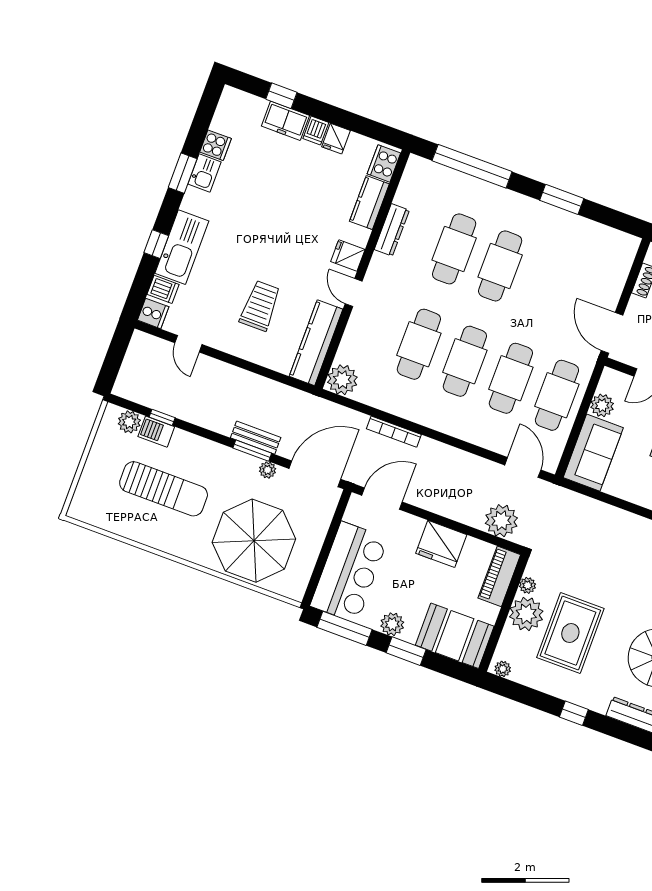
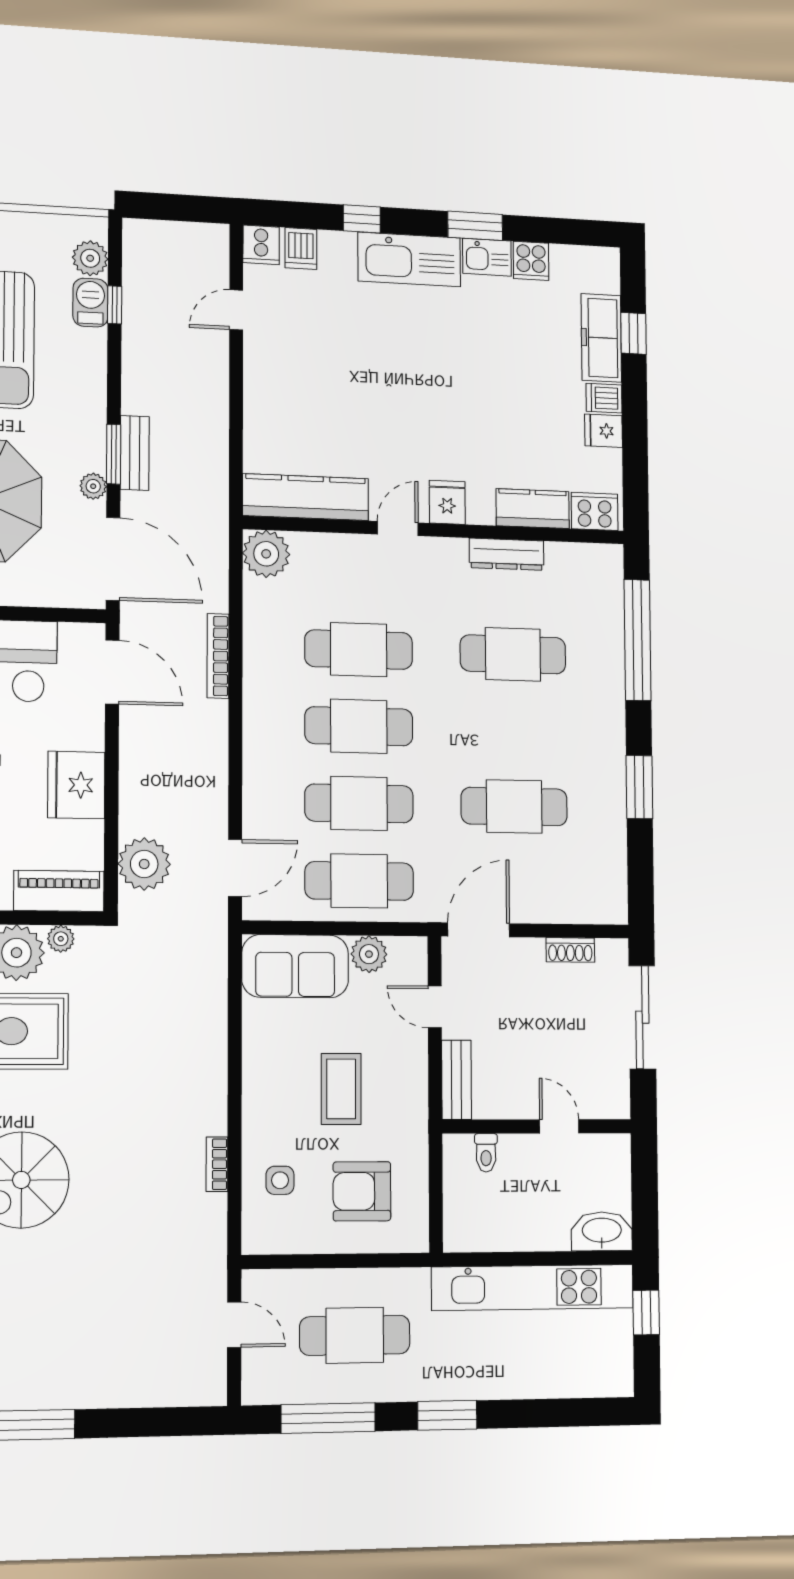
freezer: (285, 121) -> (601, 338), width x1.40
kitchen sink: (182, 247) -> (409, 259), moved
cafe table: (500, 266) -> (514, 807), moved
trolley: (260, 306) -> (329, 398), removed

